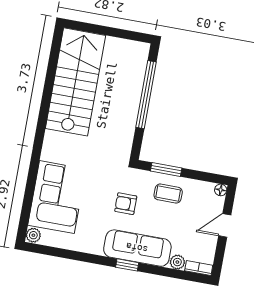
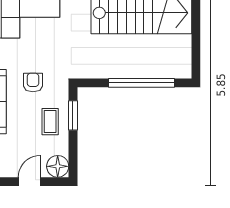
floor lamp: (221, 190) -> (58, 166), width x1.89, depth x1.89
door: (225, 225) -> (29, 182), hinge flipped

